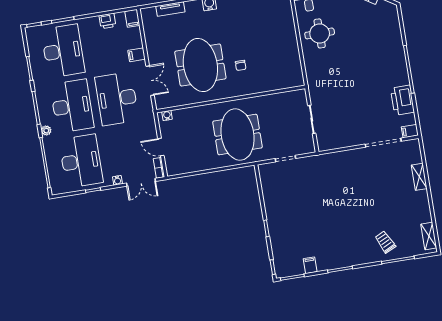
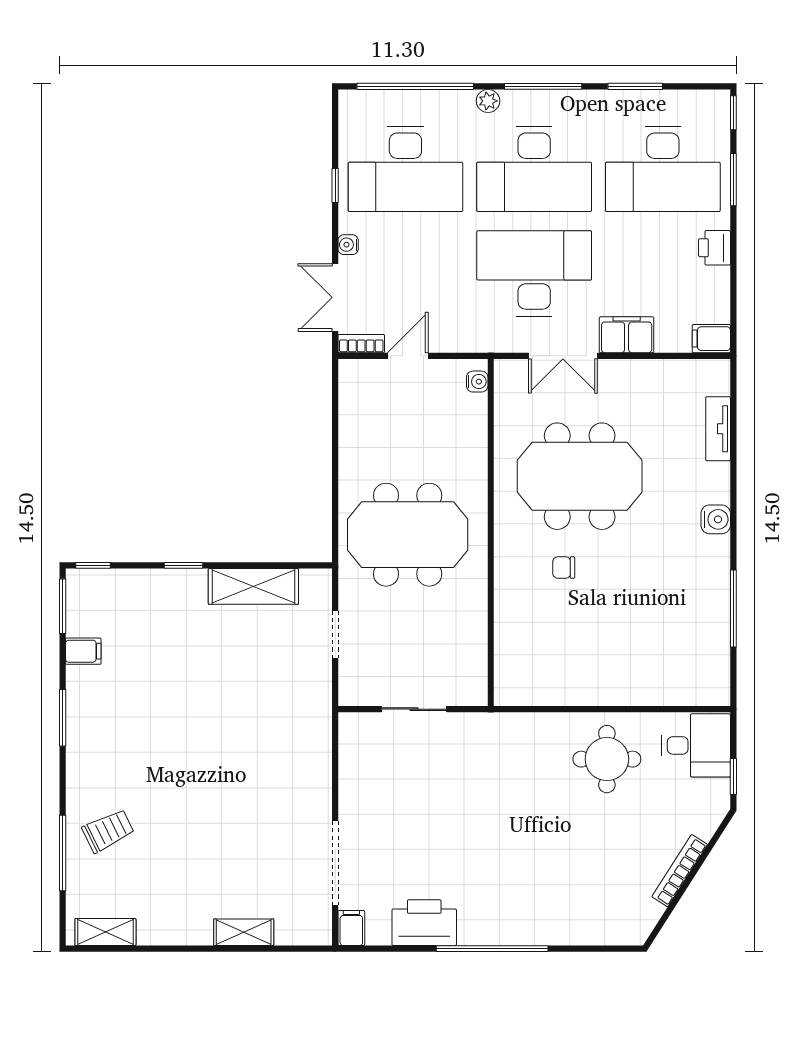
printer: (107, 21) -> (714, 248), moved
filing cabinet: (137, 55) -> (627, 335), width x2.00
shelving: (270, 197) -> (253, 586), added

